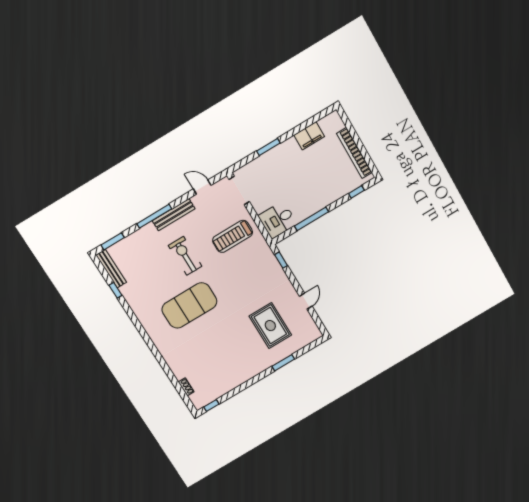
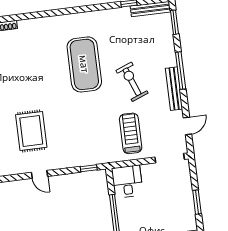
exercise bike: (185, 256) -> (132, 82), turned -111
rug: (270, 326) -> (31, 131), turned 90

